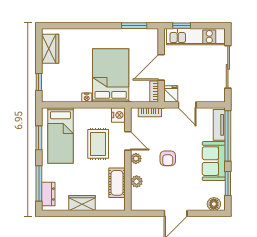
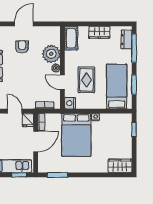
wardrobe: (50, 49) -> (120, 166), moved, turned 90
armchair: (168, 158) -> (22, 47), moved
plant: (137, 181) -> (51, 54), width x1.88, depth x1.88
cot: (117, 183) -> (71, 38), moved

